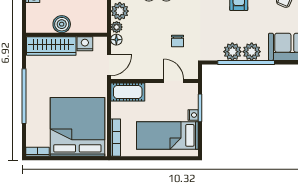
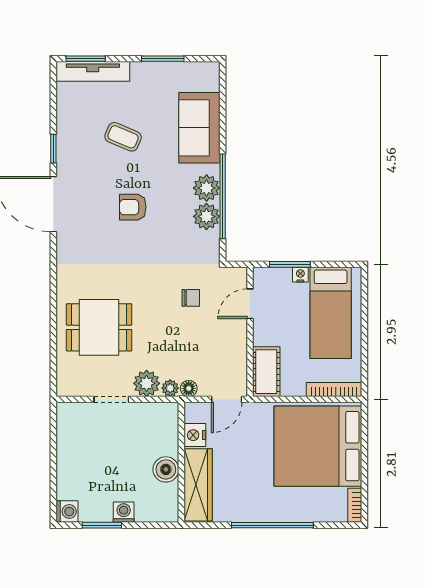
door: (109, 65) -> (227, 399), swing flipped

